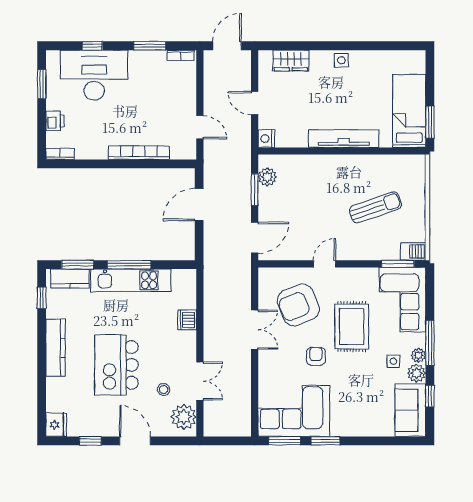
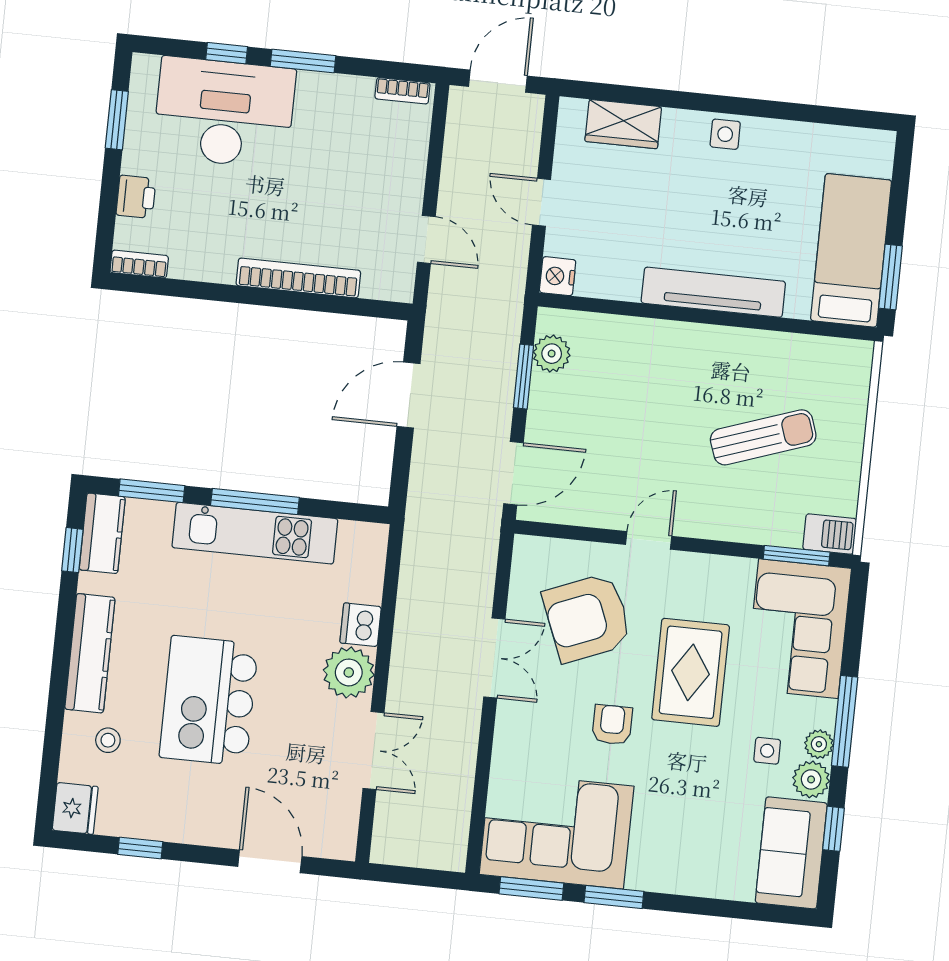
window: (150, 46) -> (303, 61), moved
kitchen counter: (70, 279) -> (102, 533), moved, turned -90
stool: (164, 389) -> (108, 740), moved
plant: (184, 417) -> (349, 672), moved
door: (135, 441) -> (270, 861), moved

